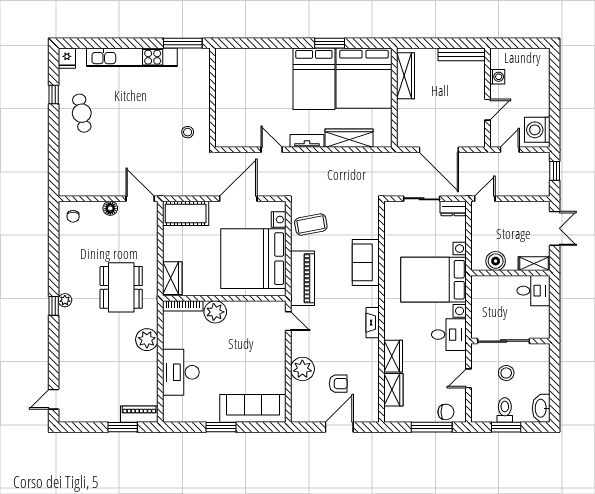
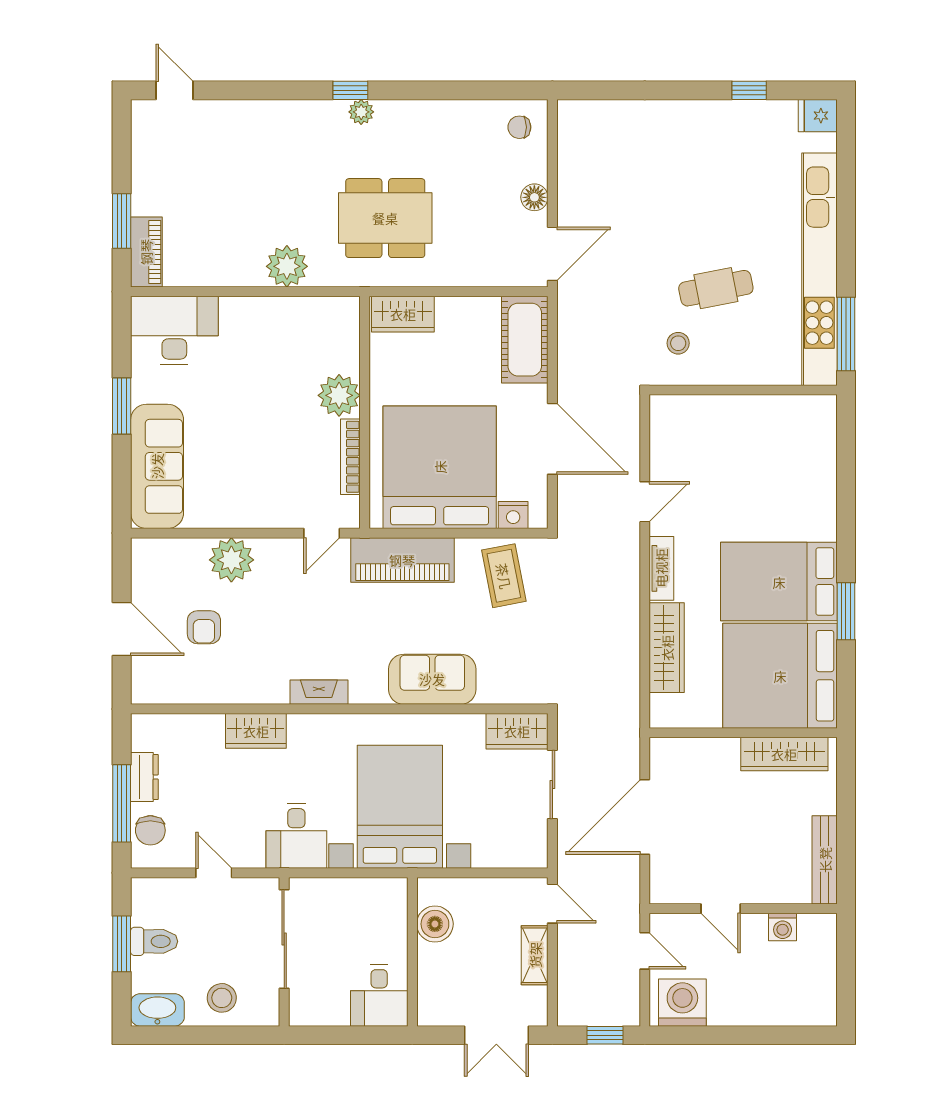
kitchen unit: (132, 57) -> (819, 269), width x1.36
cafe table: (82, 113) -> (716, 288), moved
dresser: (453, 208) -> (144, 777), moved, turned 180
shelving: (534, 264) -> (535, 955), moved
bookcase: (183, 306) -> (350, 457), moved
desk: (181, 372) -> (174, 330), moved
stool: (506, 373) -> (222, 998), moved
wardrobe: (393, 390) -> (517, 731), moved

